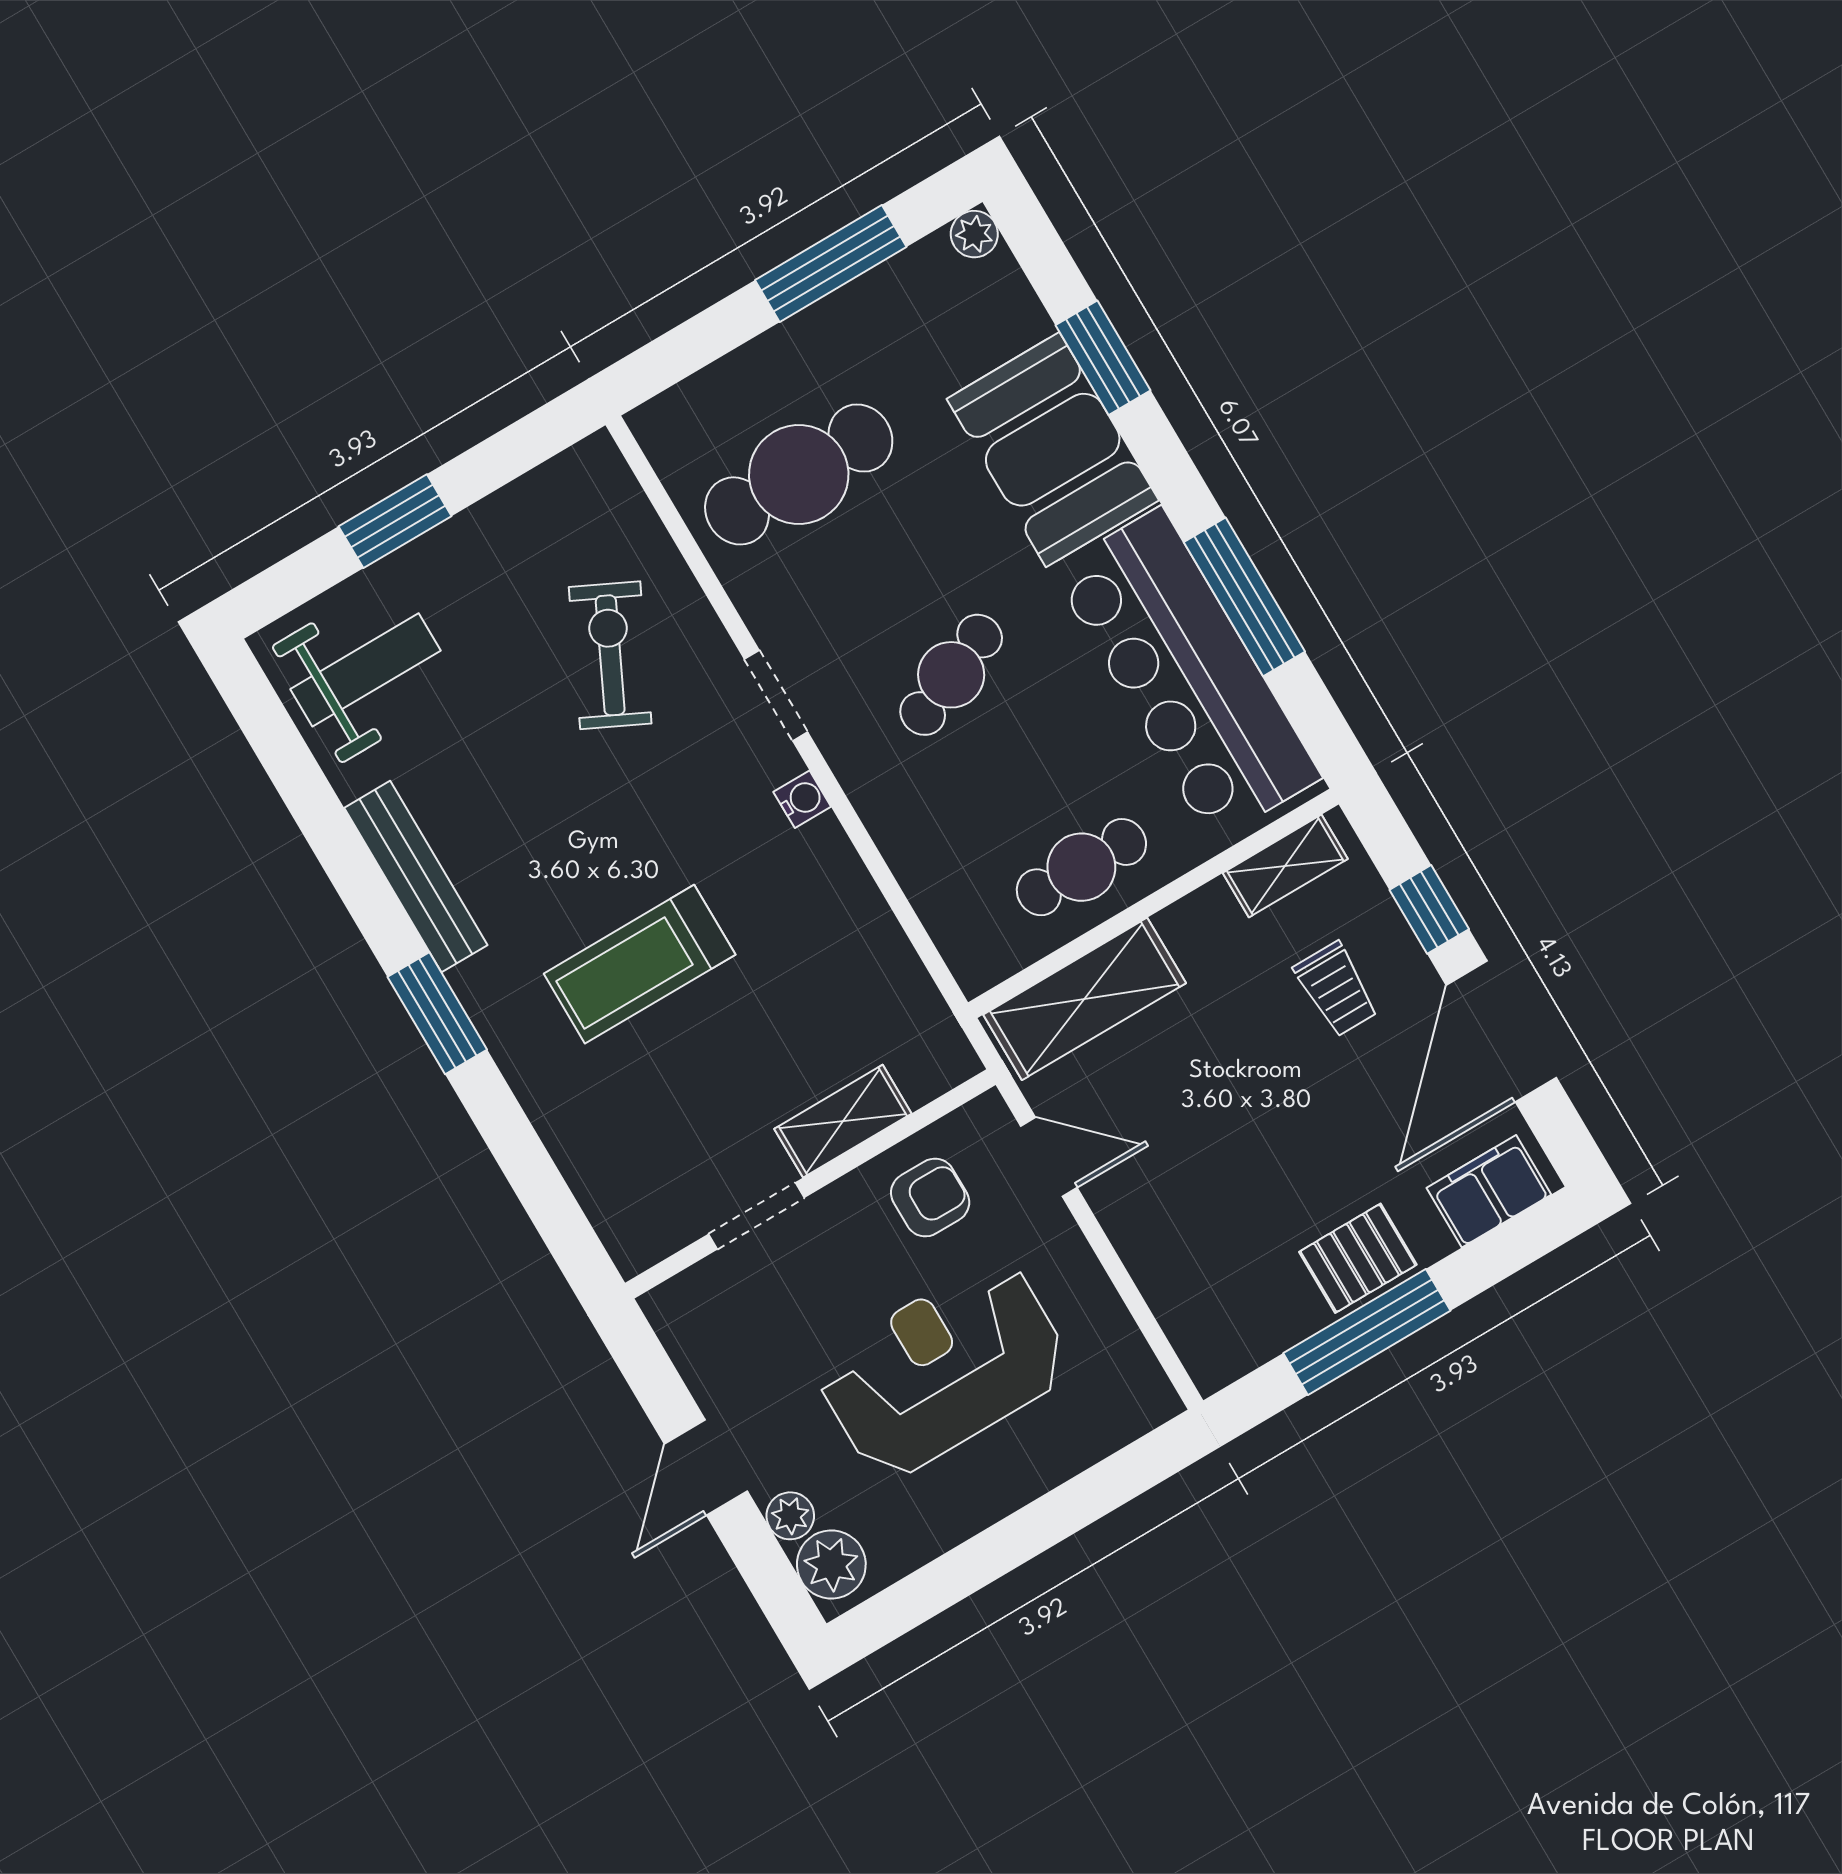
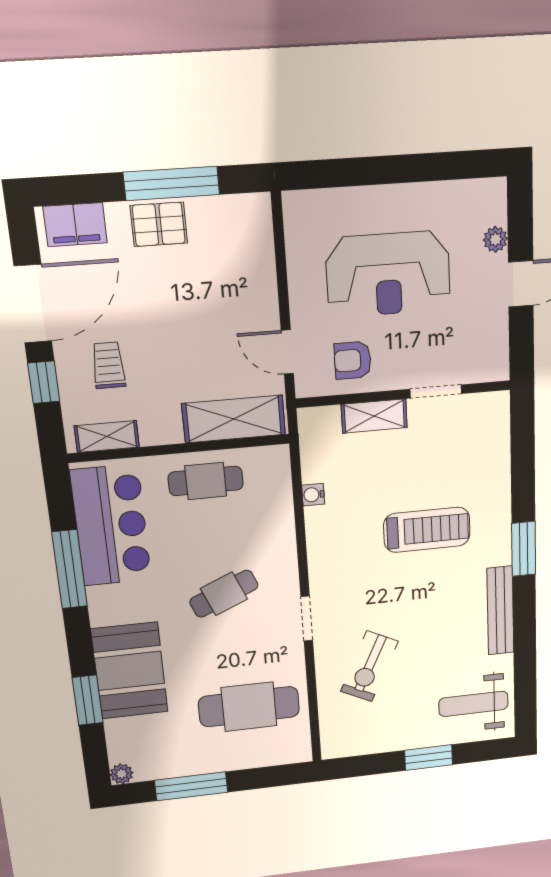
bar counter: (1187, 674) -> (111, 525), width x0.73
water cooler: (802, 799) -> (313, 495), moved
plant: (831, 1564) -> (489, 205), removed

